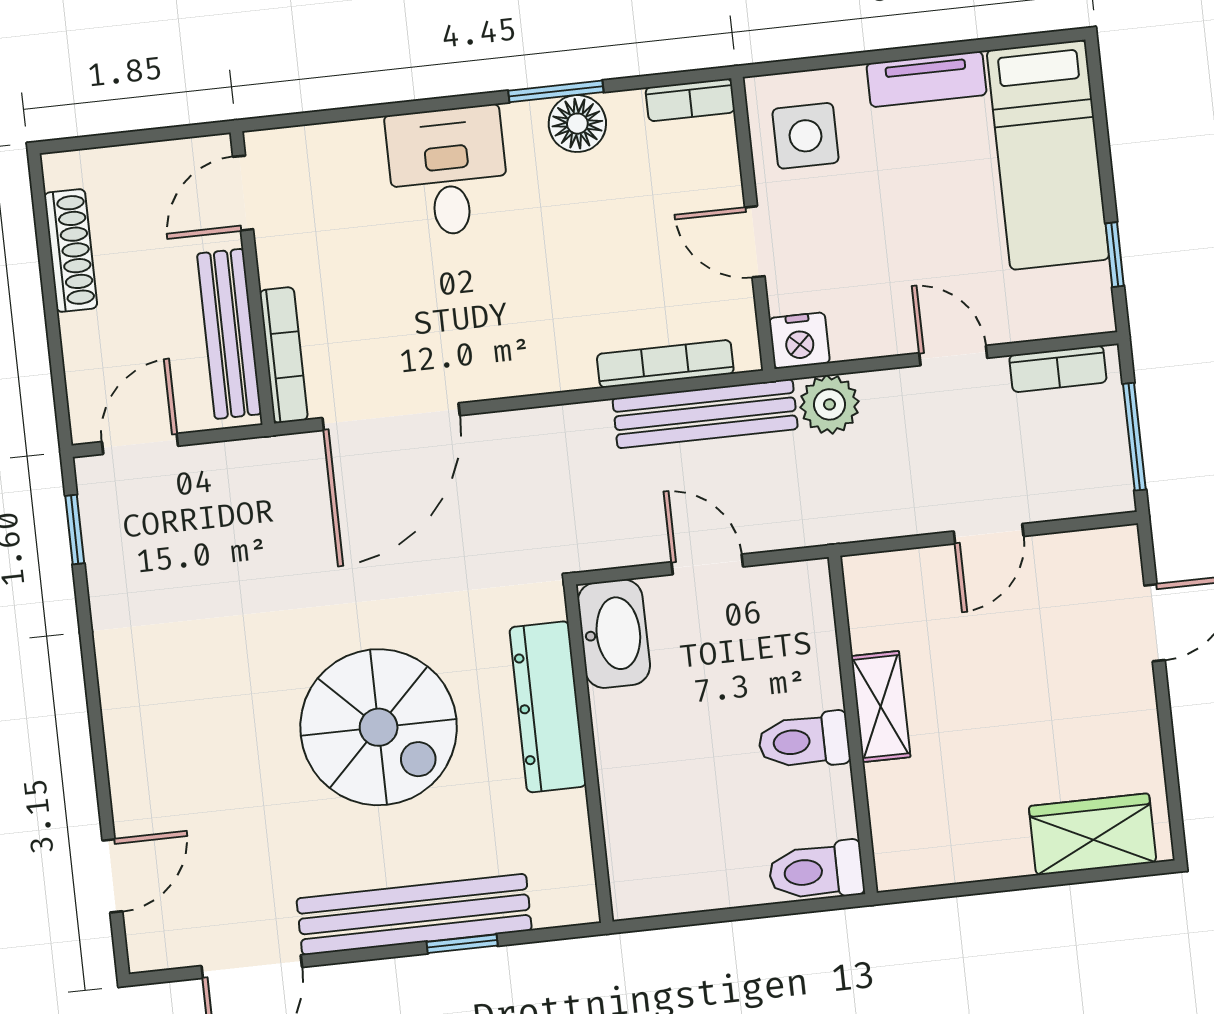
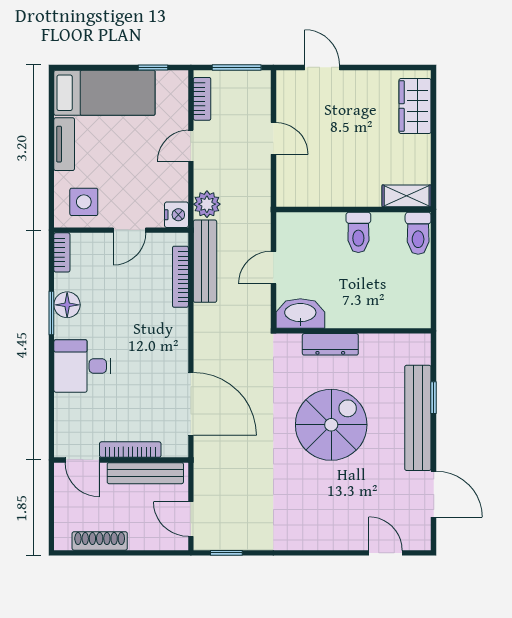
bookcase: (284, 355) -> (130, 450), moved
dresser: (548, 707) -> (330, 344), width x0.73, depth x0.80
shelving: (881, 707) -> (407, 196), moved

